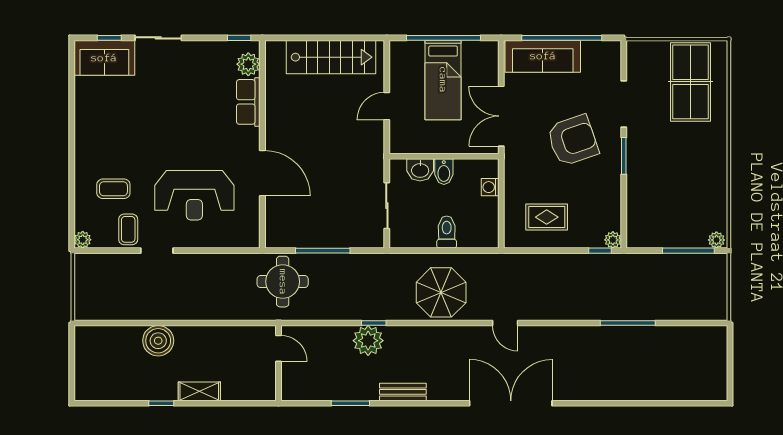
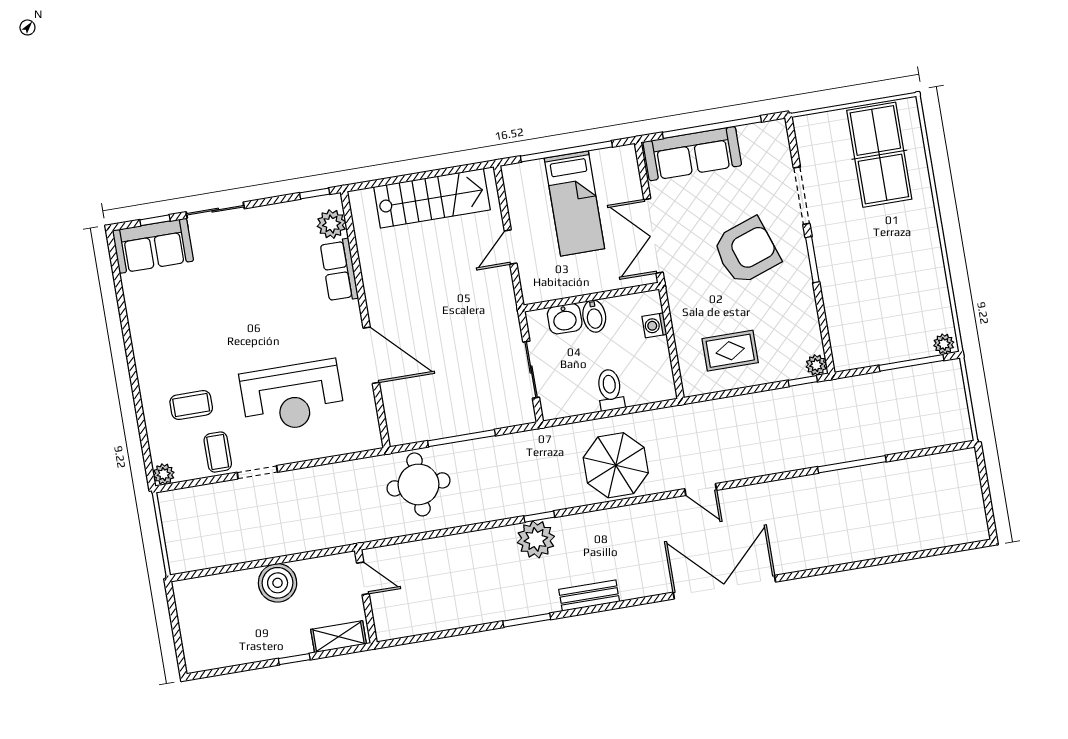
door: (278, 348) -> (363, 578), moved
wall: (278, 363) -> (366, 596), moved

